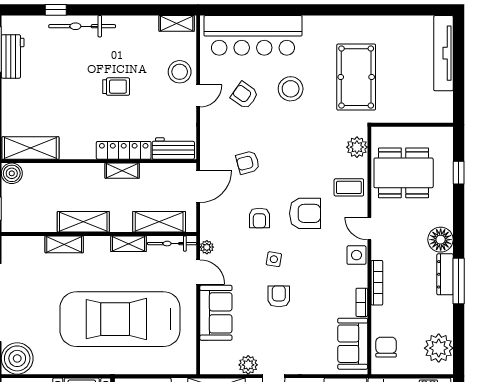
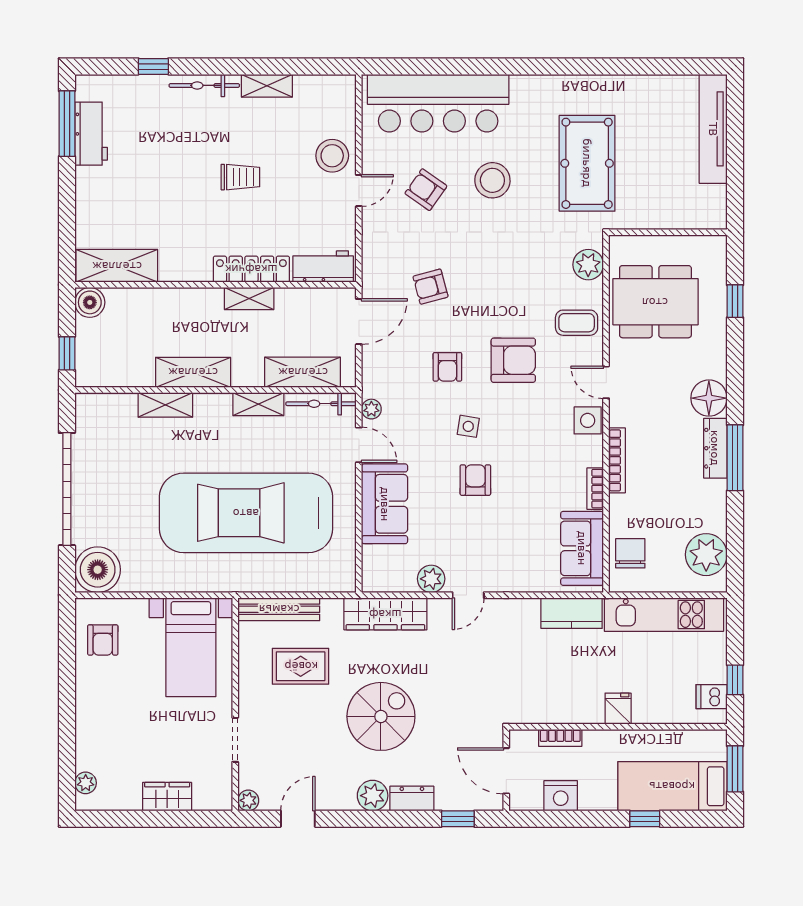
shelving: (177, 23) -> (267, 86), moved
bicycle: (82, 26) -> (204, 85), width x0.73, depth x0.71

